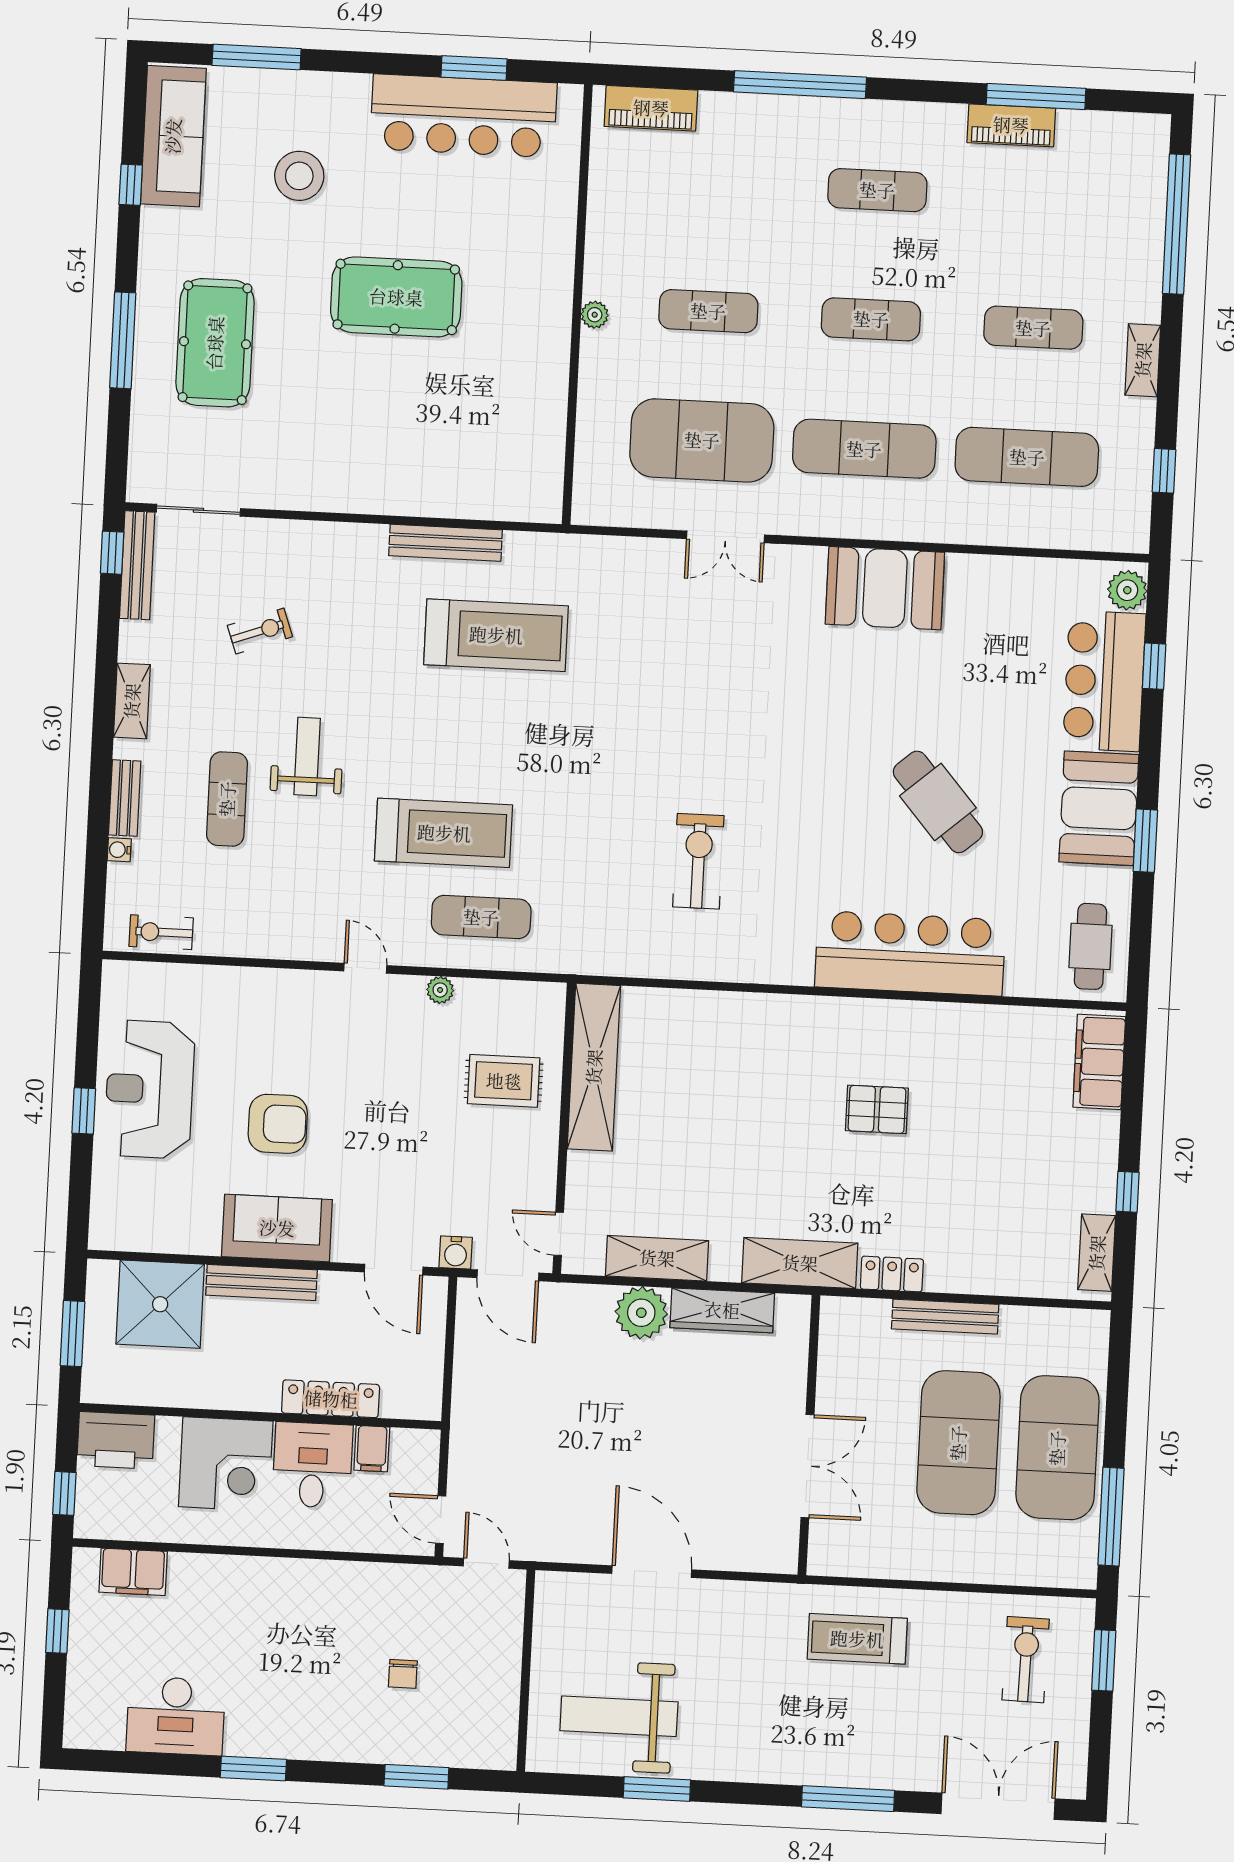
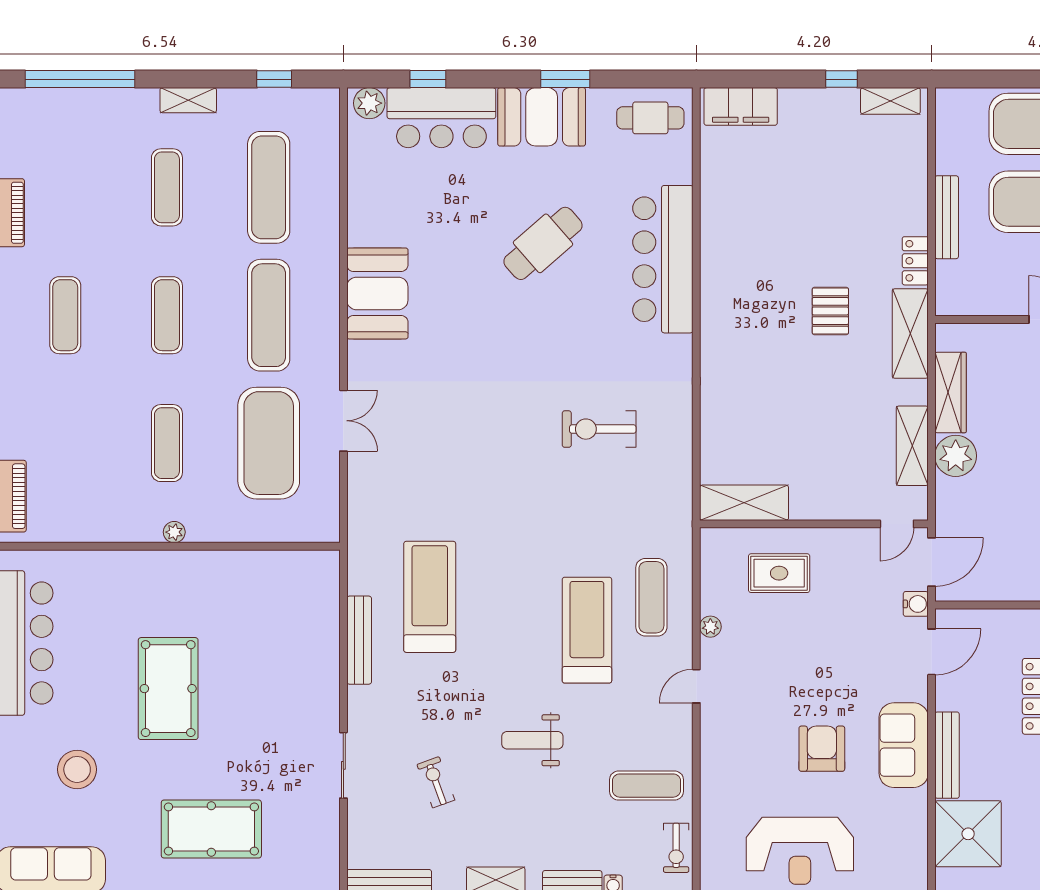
sliding door: (198, 510) -> (343, 765), moved
exercise mat: (227, 799) -> (646, 786), moved
shelving: (594, 1067) -> (744, 503), width x0.68
rug: (504, 1081) -> (779, 573), turned 90
pallet: (877, 1109) -> (830, 311), moved

